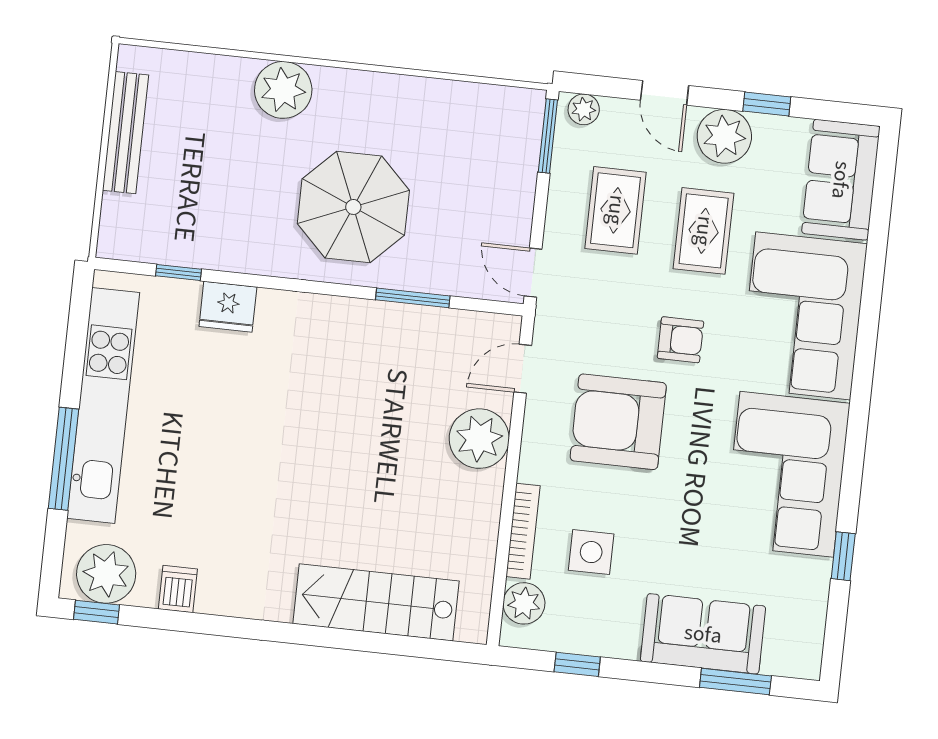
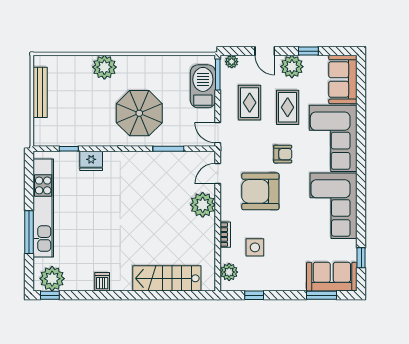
barbecue: (510, 160) -> (203, 86), added
bookcase: (523, 531) -> (225, 235), width x0.64
window: (843, 556) -> (361, 258), moved
dishwasher: (178, 589) -> (102, 282), moved
sofa: (703, 634) -> (332, 277), moved

